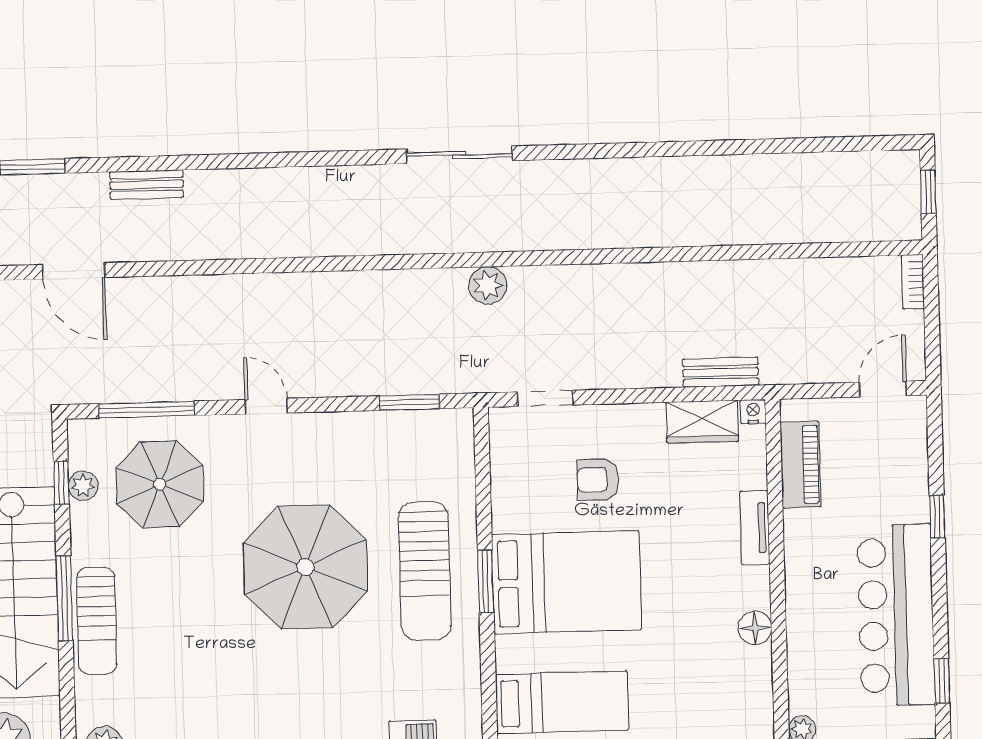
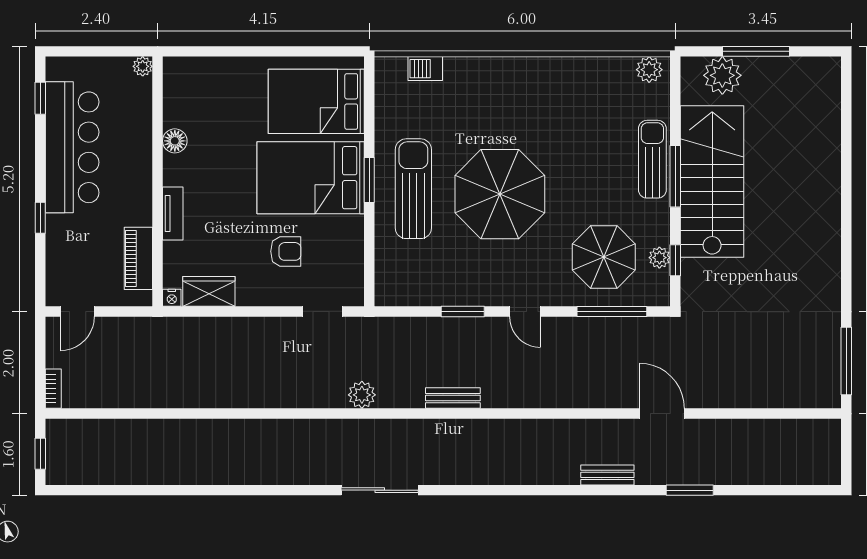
bench: (721, 372) -> (453, 398), moved
window: (410, 402) -> (463, 312), moved
bed: (562, 702) -> (316, 101), width x1.50

